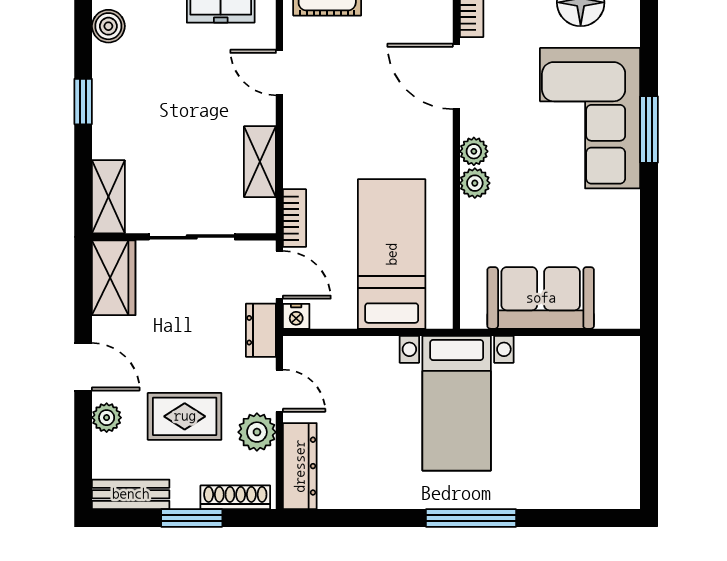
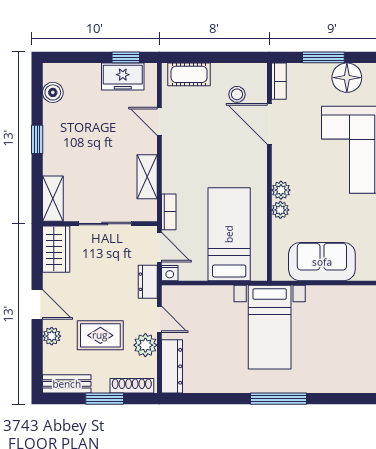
stool: (404, 29) -> (237, 94), added
plant: (474, 151) -> (280, 210), moved

